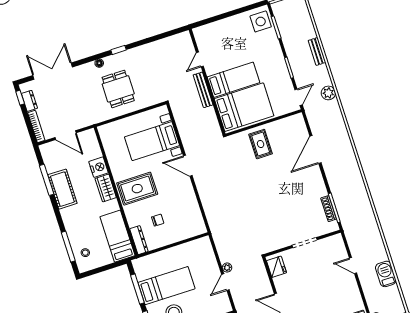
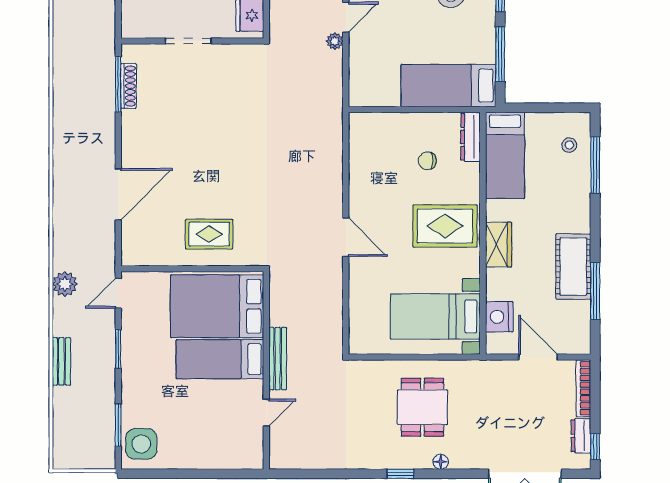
bed with nightstands: (152, 141) -> (435, 316), moved, turned 180
rug: (261, 144) -> (209, 234), turned 90
nightstand: (99, 167) -> (499, 317), moved
bed: (167, 286) -> (448, 86), moved

